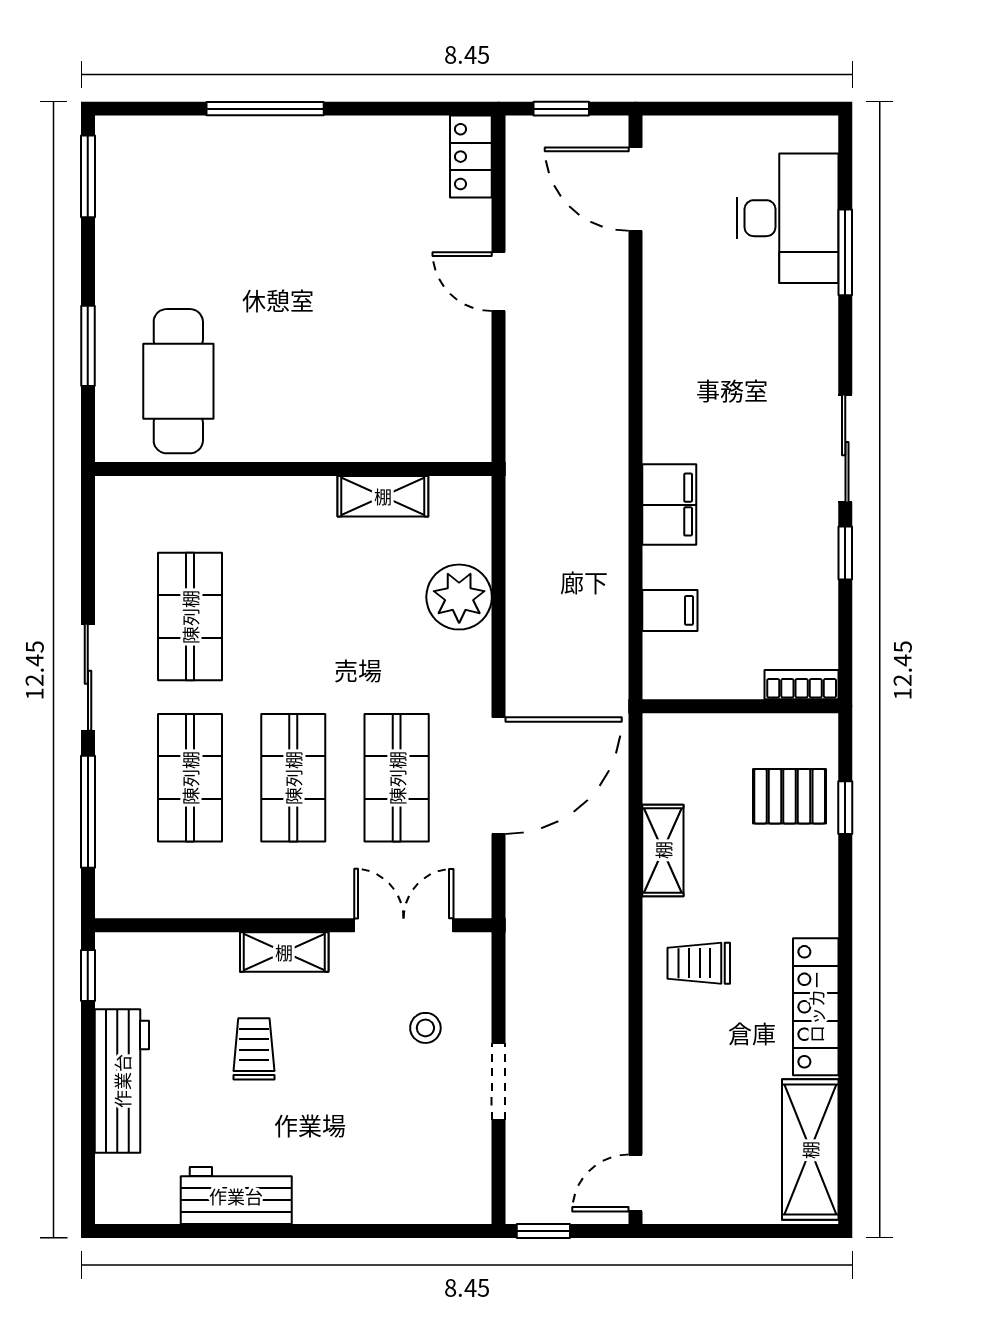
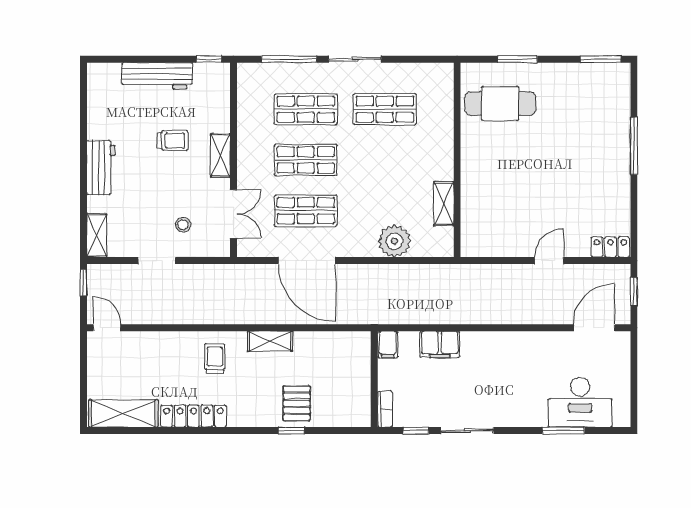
bookcase: (802, 685) -> (385, 409), moved
wall: (740, 706) -> (374, 379), moved
workbench: (236, 1196) -> (101, 168), moved
shelving: (447, 1204) -> (97, 235), added

